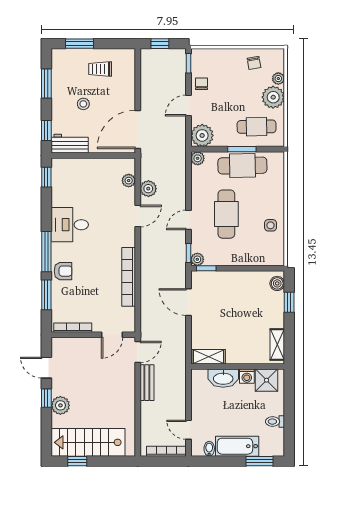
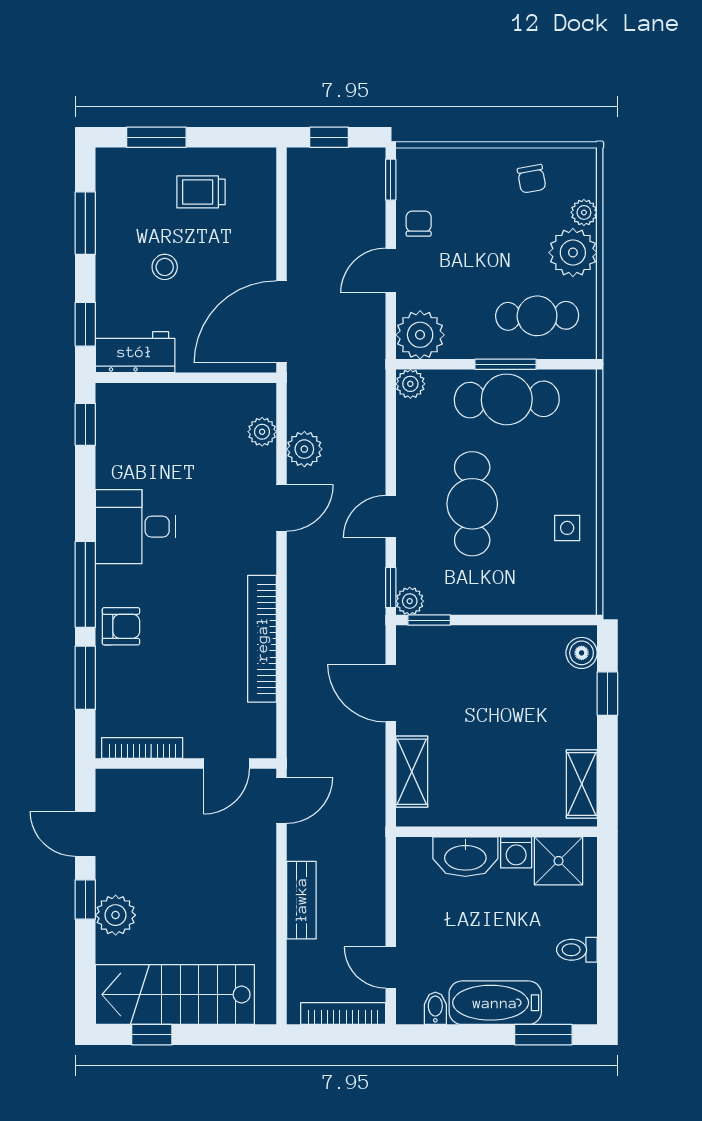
shelving: (209, 357) -> (412, 772), moved, turned 90
bench: (147, 383) -> (301, 900), moved

